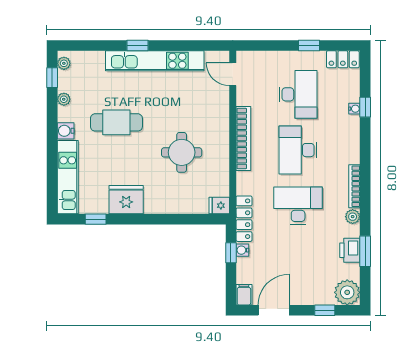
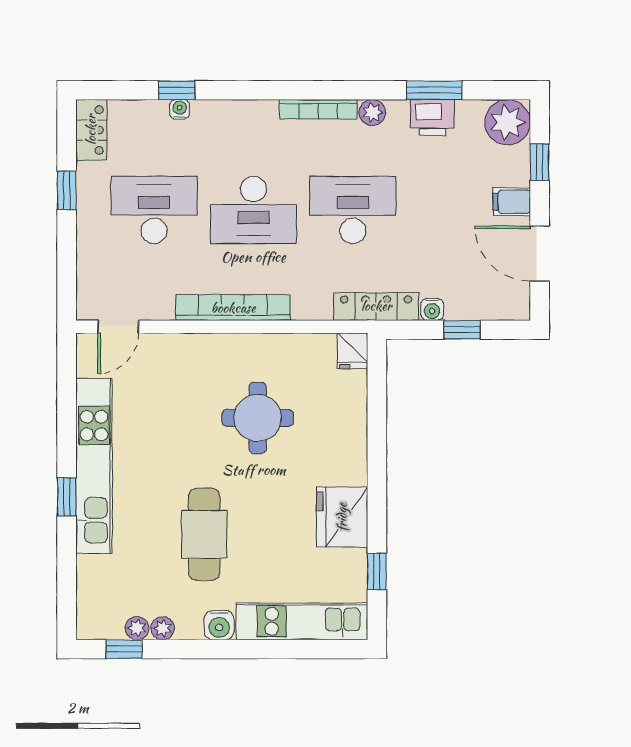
plant: (64, 63) -> (137, 628), moved
desk: (298, 206) -> (353, 210), turned 90
window: (231, 253) -> (462, 330), moved
filing cabinet: (244, 295) -> (512, 202), moved

